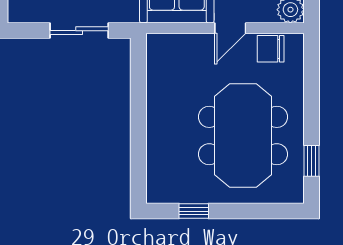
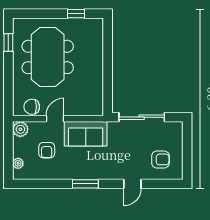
sliding door: (79, 31) -> (142, 117), width x1.37
chair: (271, 49) -> (32, 107), turned 180

